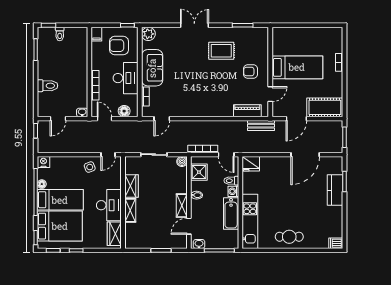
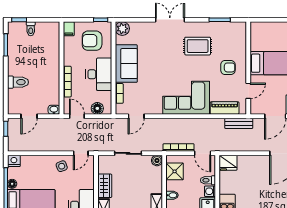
armchair: (251, 72) -> (228, 67), turned 180
corner sofa: (210, 101) -> (186, 98), added

